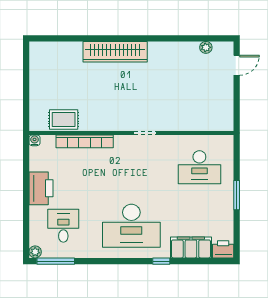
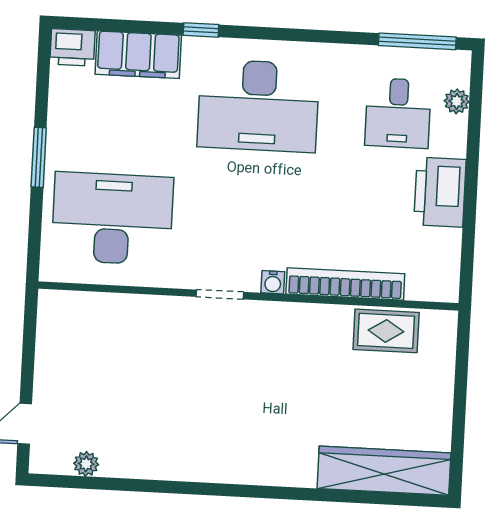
wardrobe: (115, 52) -> (384, 471), moved
water cooler: (35, 140) -> (273, 282), moved
desk: (199, 167) -> (112, 219), width x1.36, depth x1.30
desk: (131, 226) -> (258, 106), turned 180
plant: (35, 252) -> (457, 101), moved

